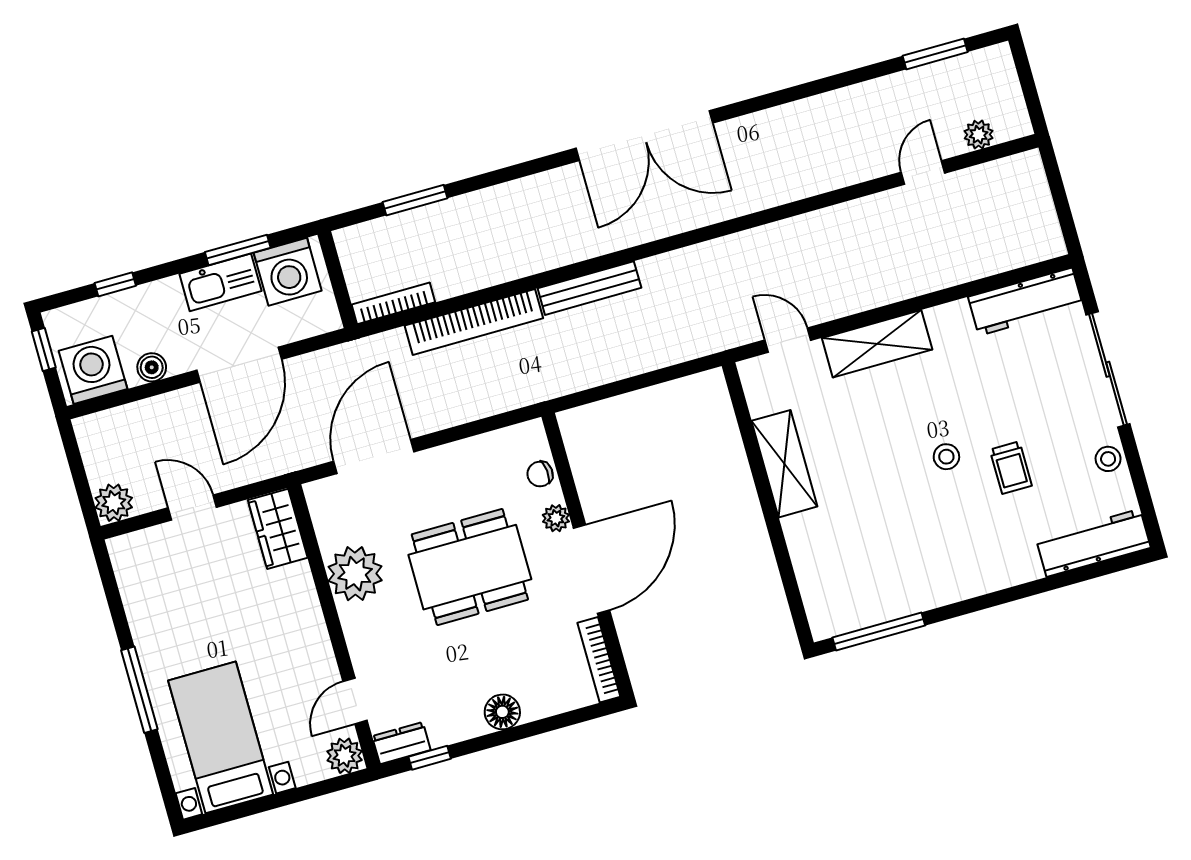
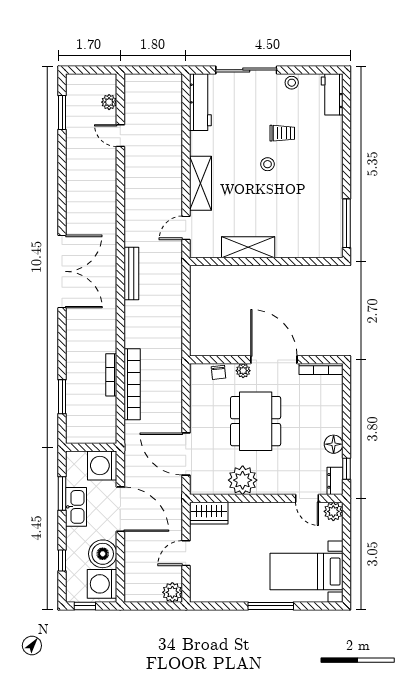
washing machine: (288, 272) -> (102, 465), moved, turned 180
bench: (589, 288) -> (131, 274), moved
bookcase: (393, 303) -> (111, 375), moved
boiler: (152, 367) -> (103, 554), width x1.86, depth x1.86
workbench: (1093, 543) -> (332, 94), width x0.73
floor lamp: (502, 712) -> (334, 444), moved

